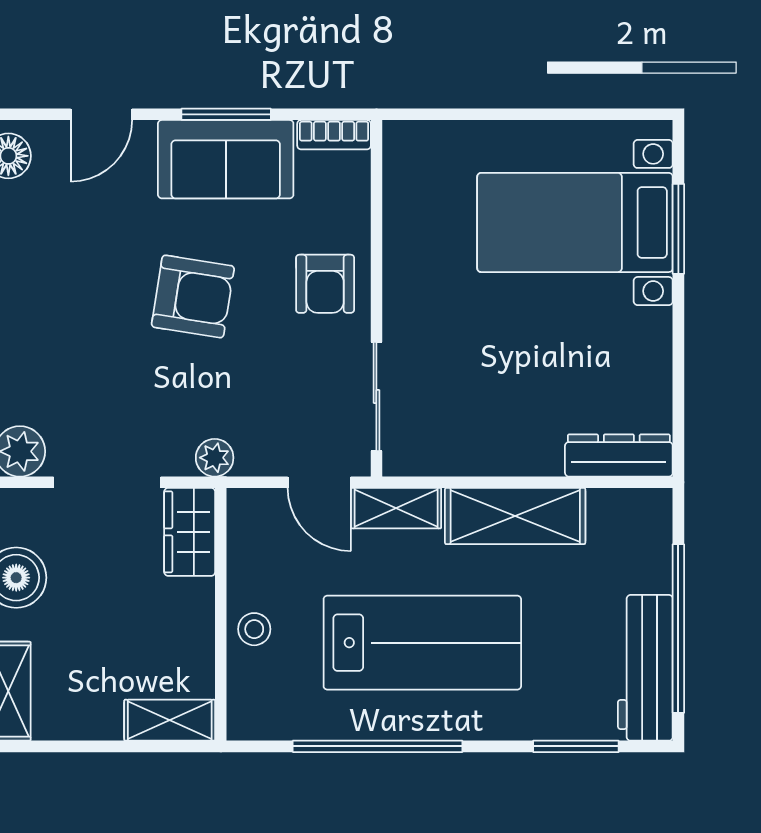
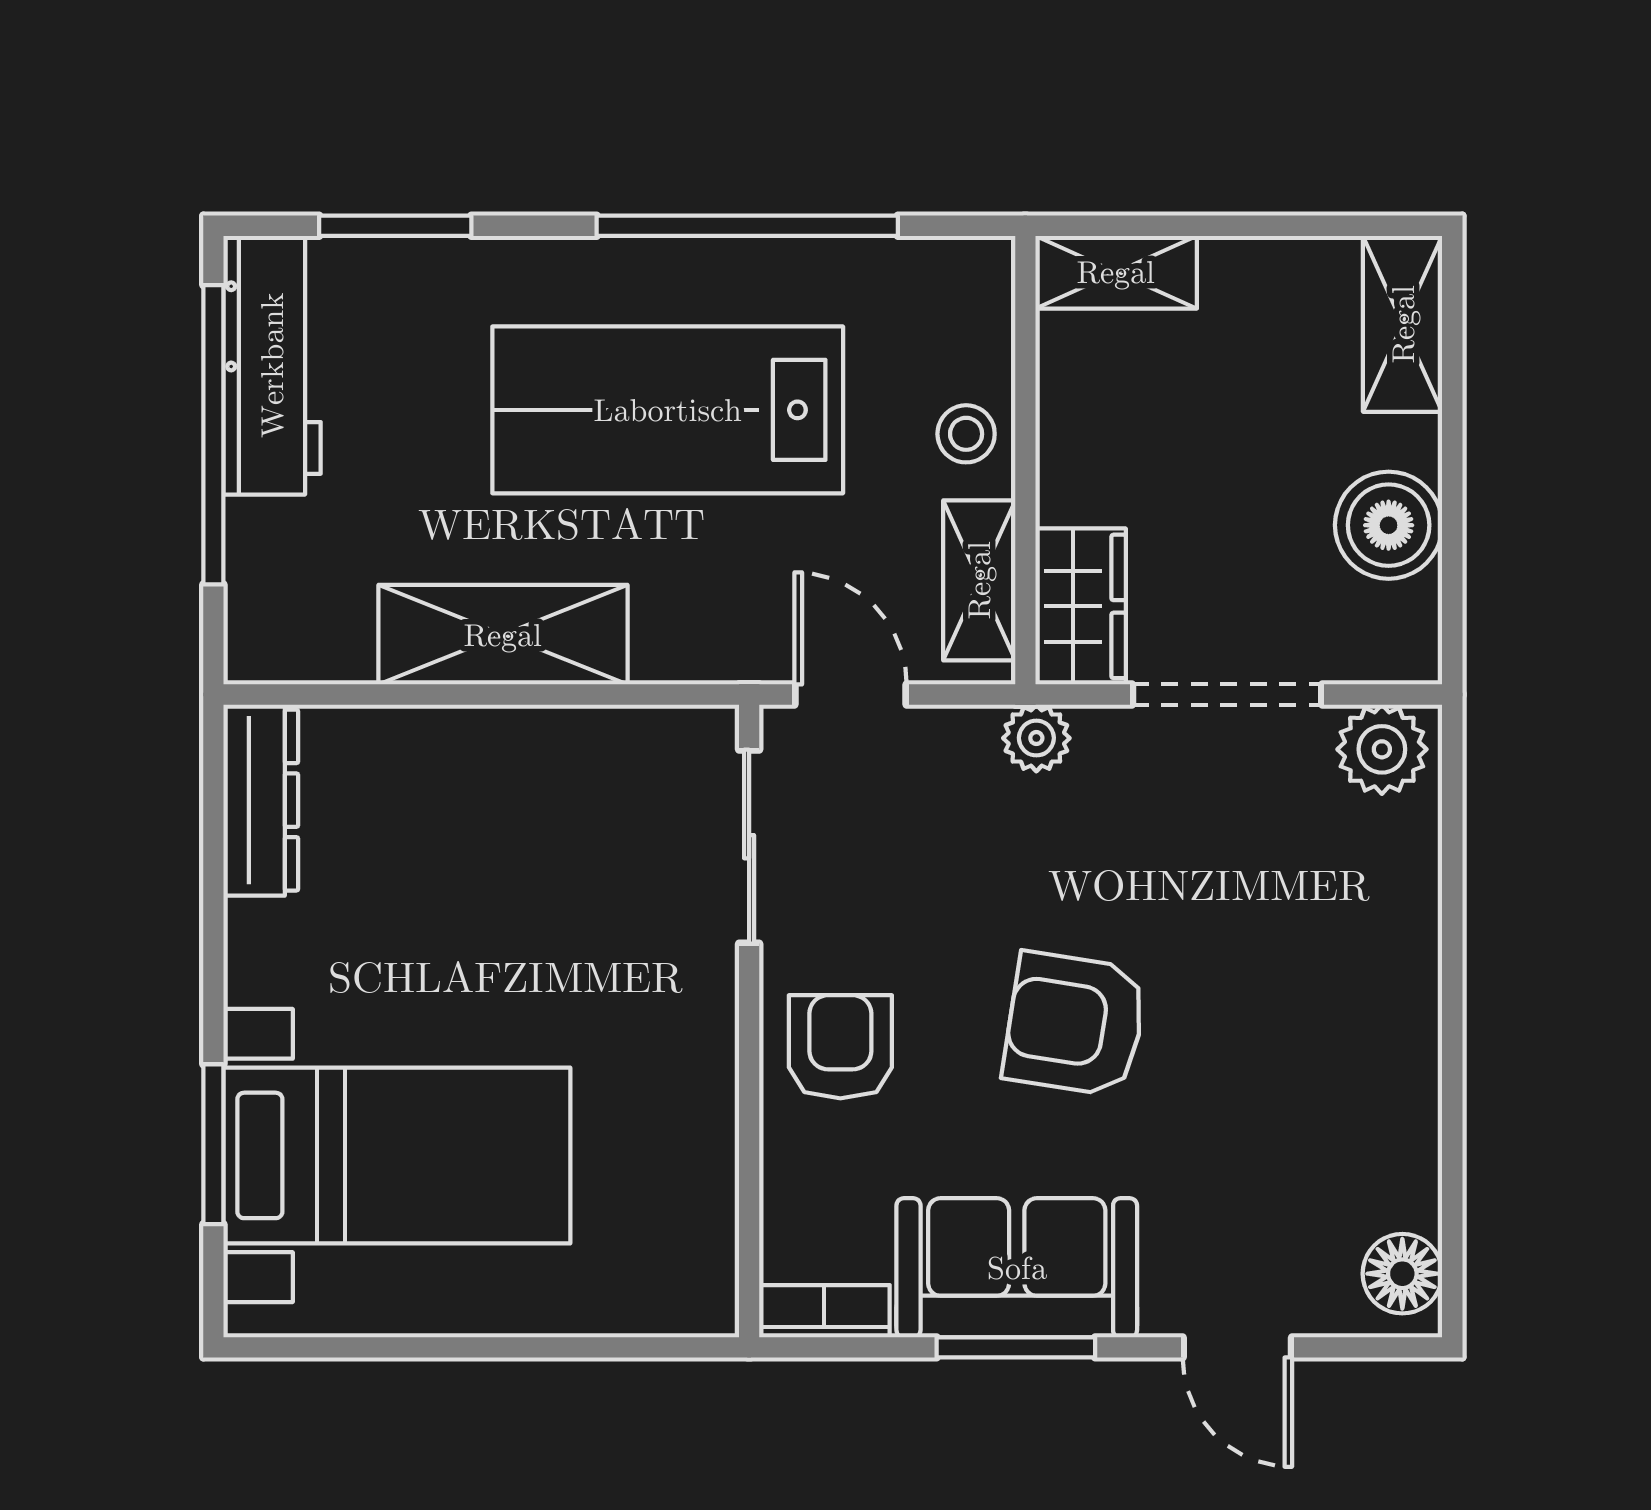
door: (101, 114) -> (1237, 1347), swing flipped
dresser: (619, 455) -> (261, 800), moved, turned -90
shelving: (396, 508) -> (979, 580), moved, turned 90

